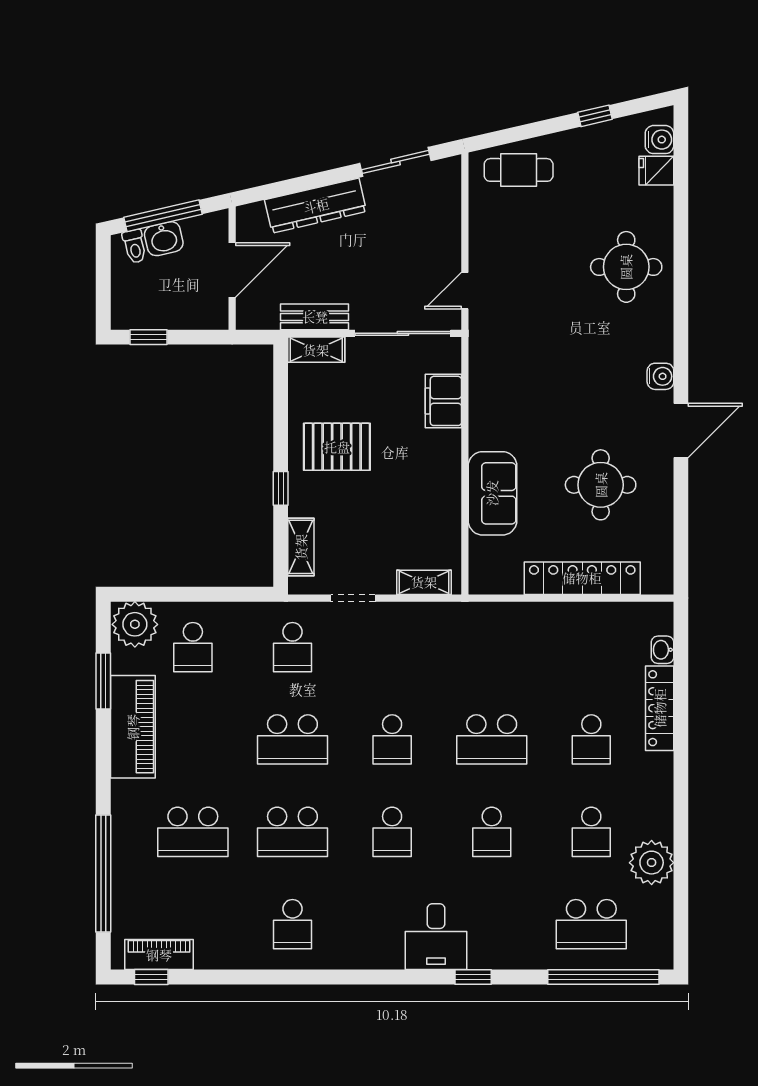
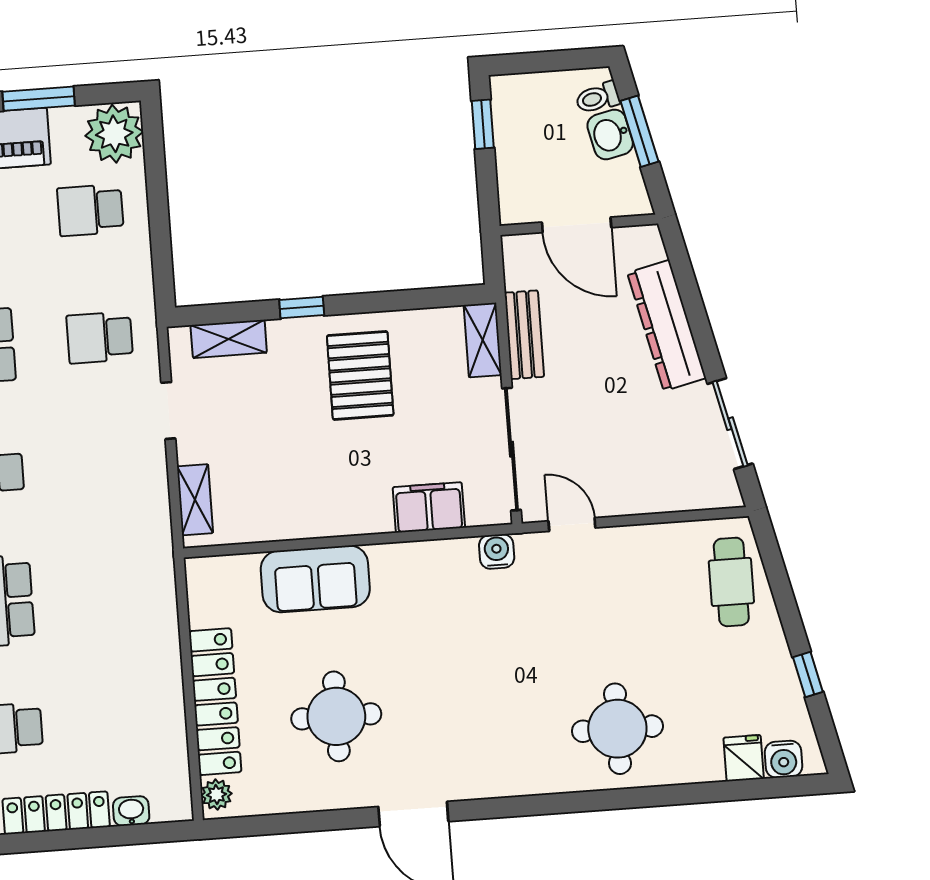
window: (163, 216) -> (639, 131), width x0.69
water cooler: (660, 376) -> (497, 551), moved, turned 180
plant: (655, 582) -> (216, 795), added

